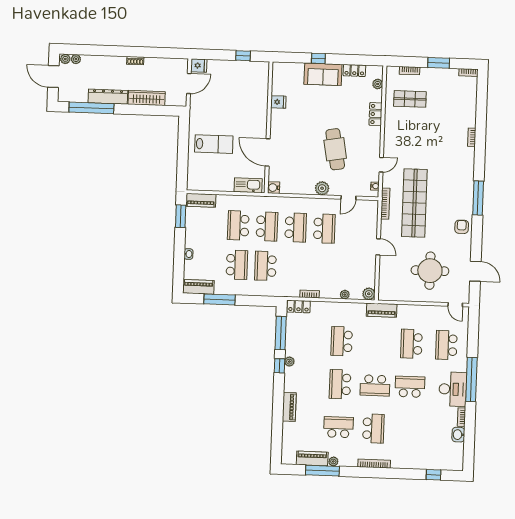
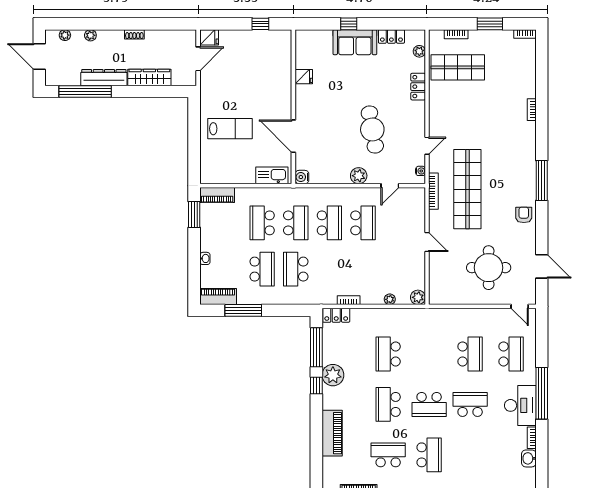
plant: (65, 59) -> (90, 35), moved
shop shelf: (410, 99) -> (458, 67), width x1.43, depth x1.36
piano: (382, 310) -> (434, 316), removed
school desk: (411, 344) -> (470, 354), turned 180
school desk: (446, 345) -> (511, 354), turned 180
plant: (289, 362) -> (333, 375), width x1.88, depth x1.88
piano: (289, 407) -> (332, 433), width x1.37, depth x1.33

